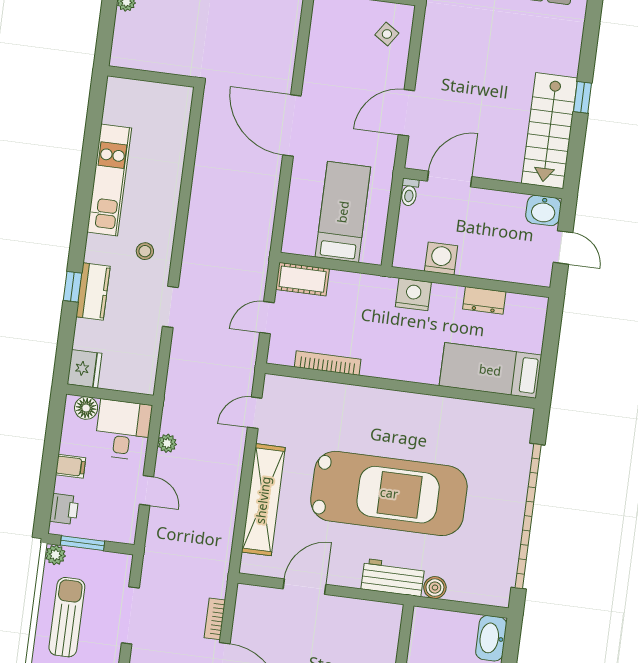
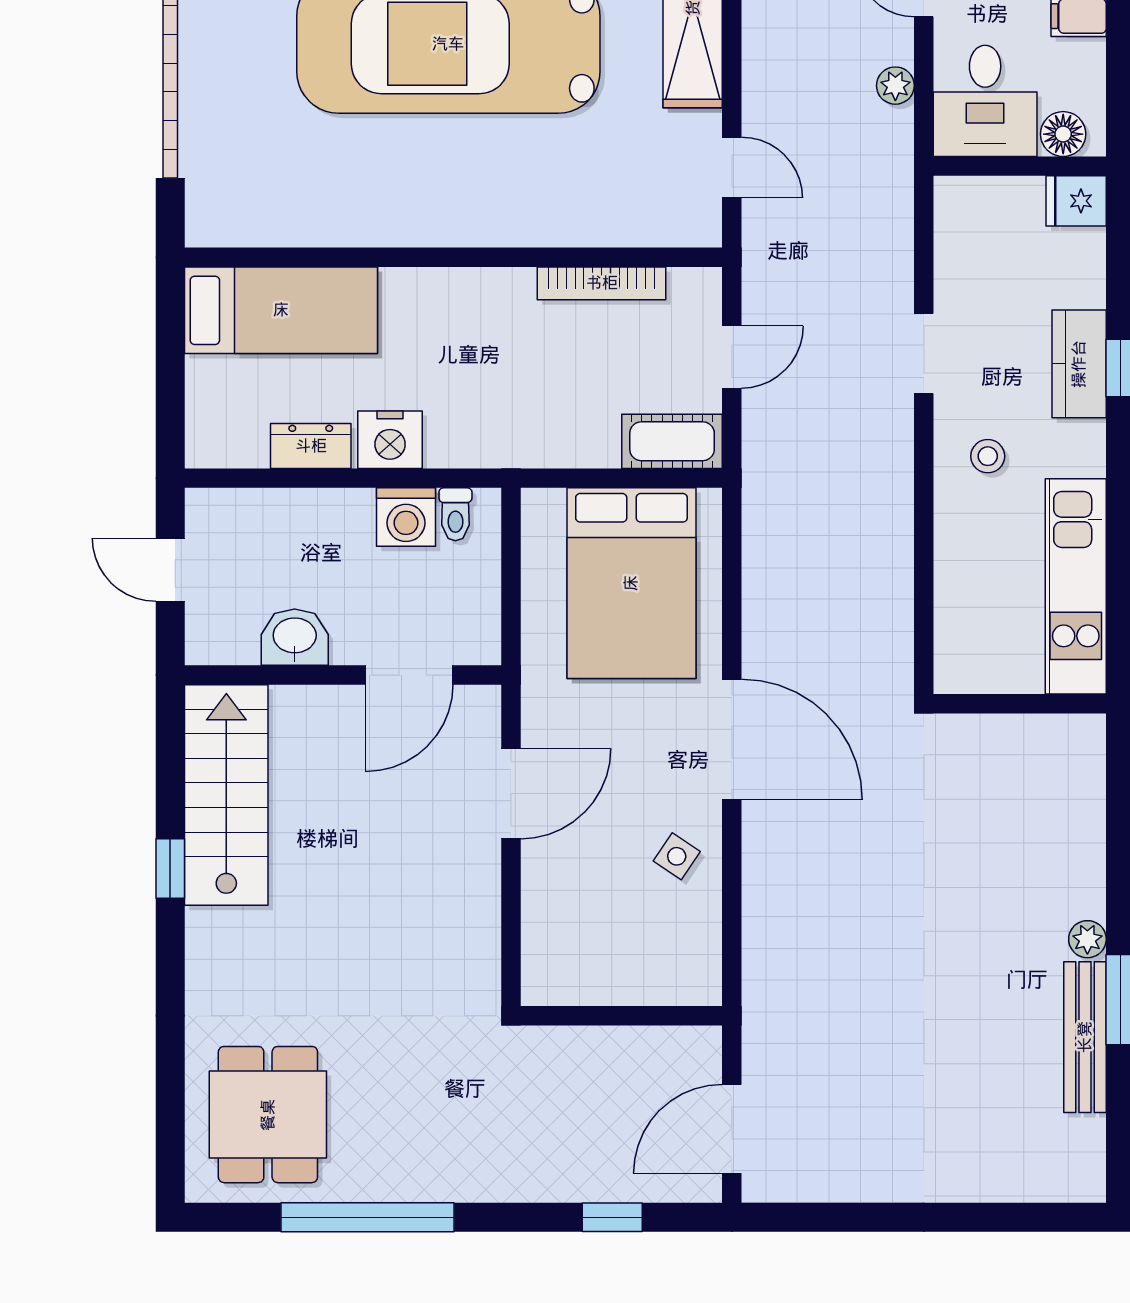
side table: (387, 34) -> (677, 856), moved
wall: (151, 76) -> (1020, 704), moved
toilet: (409, 192) -> (455, 514), moved, turned 180
washbasin: (543, 210) -> (295, 637), moved
bed: (343, 212) -> (631, 583), width x1.50
nightstand: (413, 294) -> (390, 440), moved
fridge: (84, 369) -> (1076, 201), width x0.72
door: (255, 413) -> (732, 167), hinge flipped

